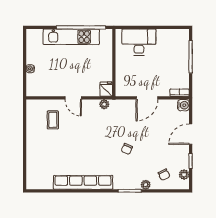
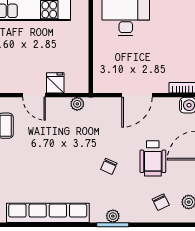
fridge: (106, 89) -> (55, 83), moved
wheelchair: (158, 143) -> (153, 158), added
plant: (146, 185) -> (113, 216), moved

